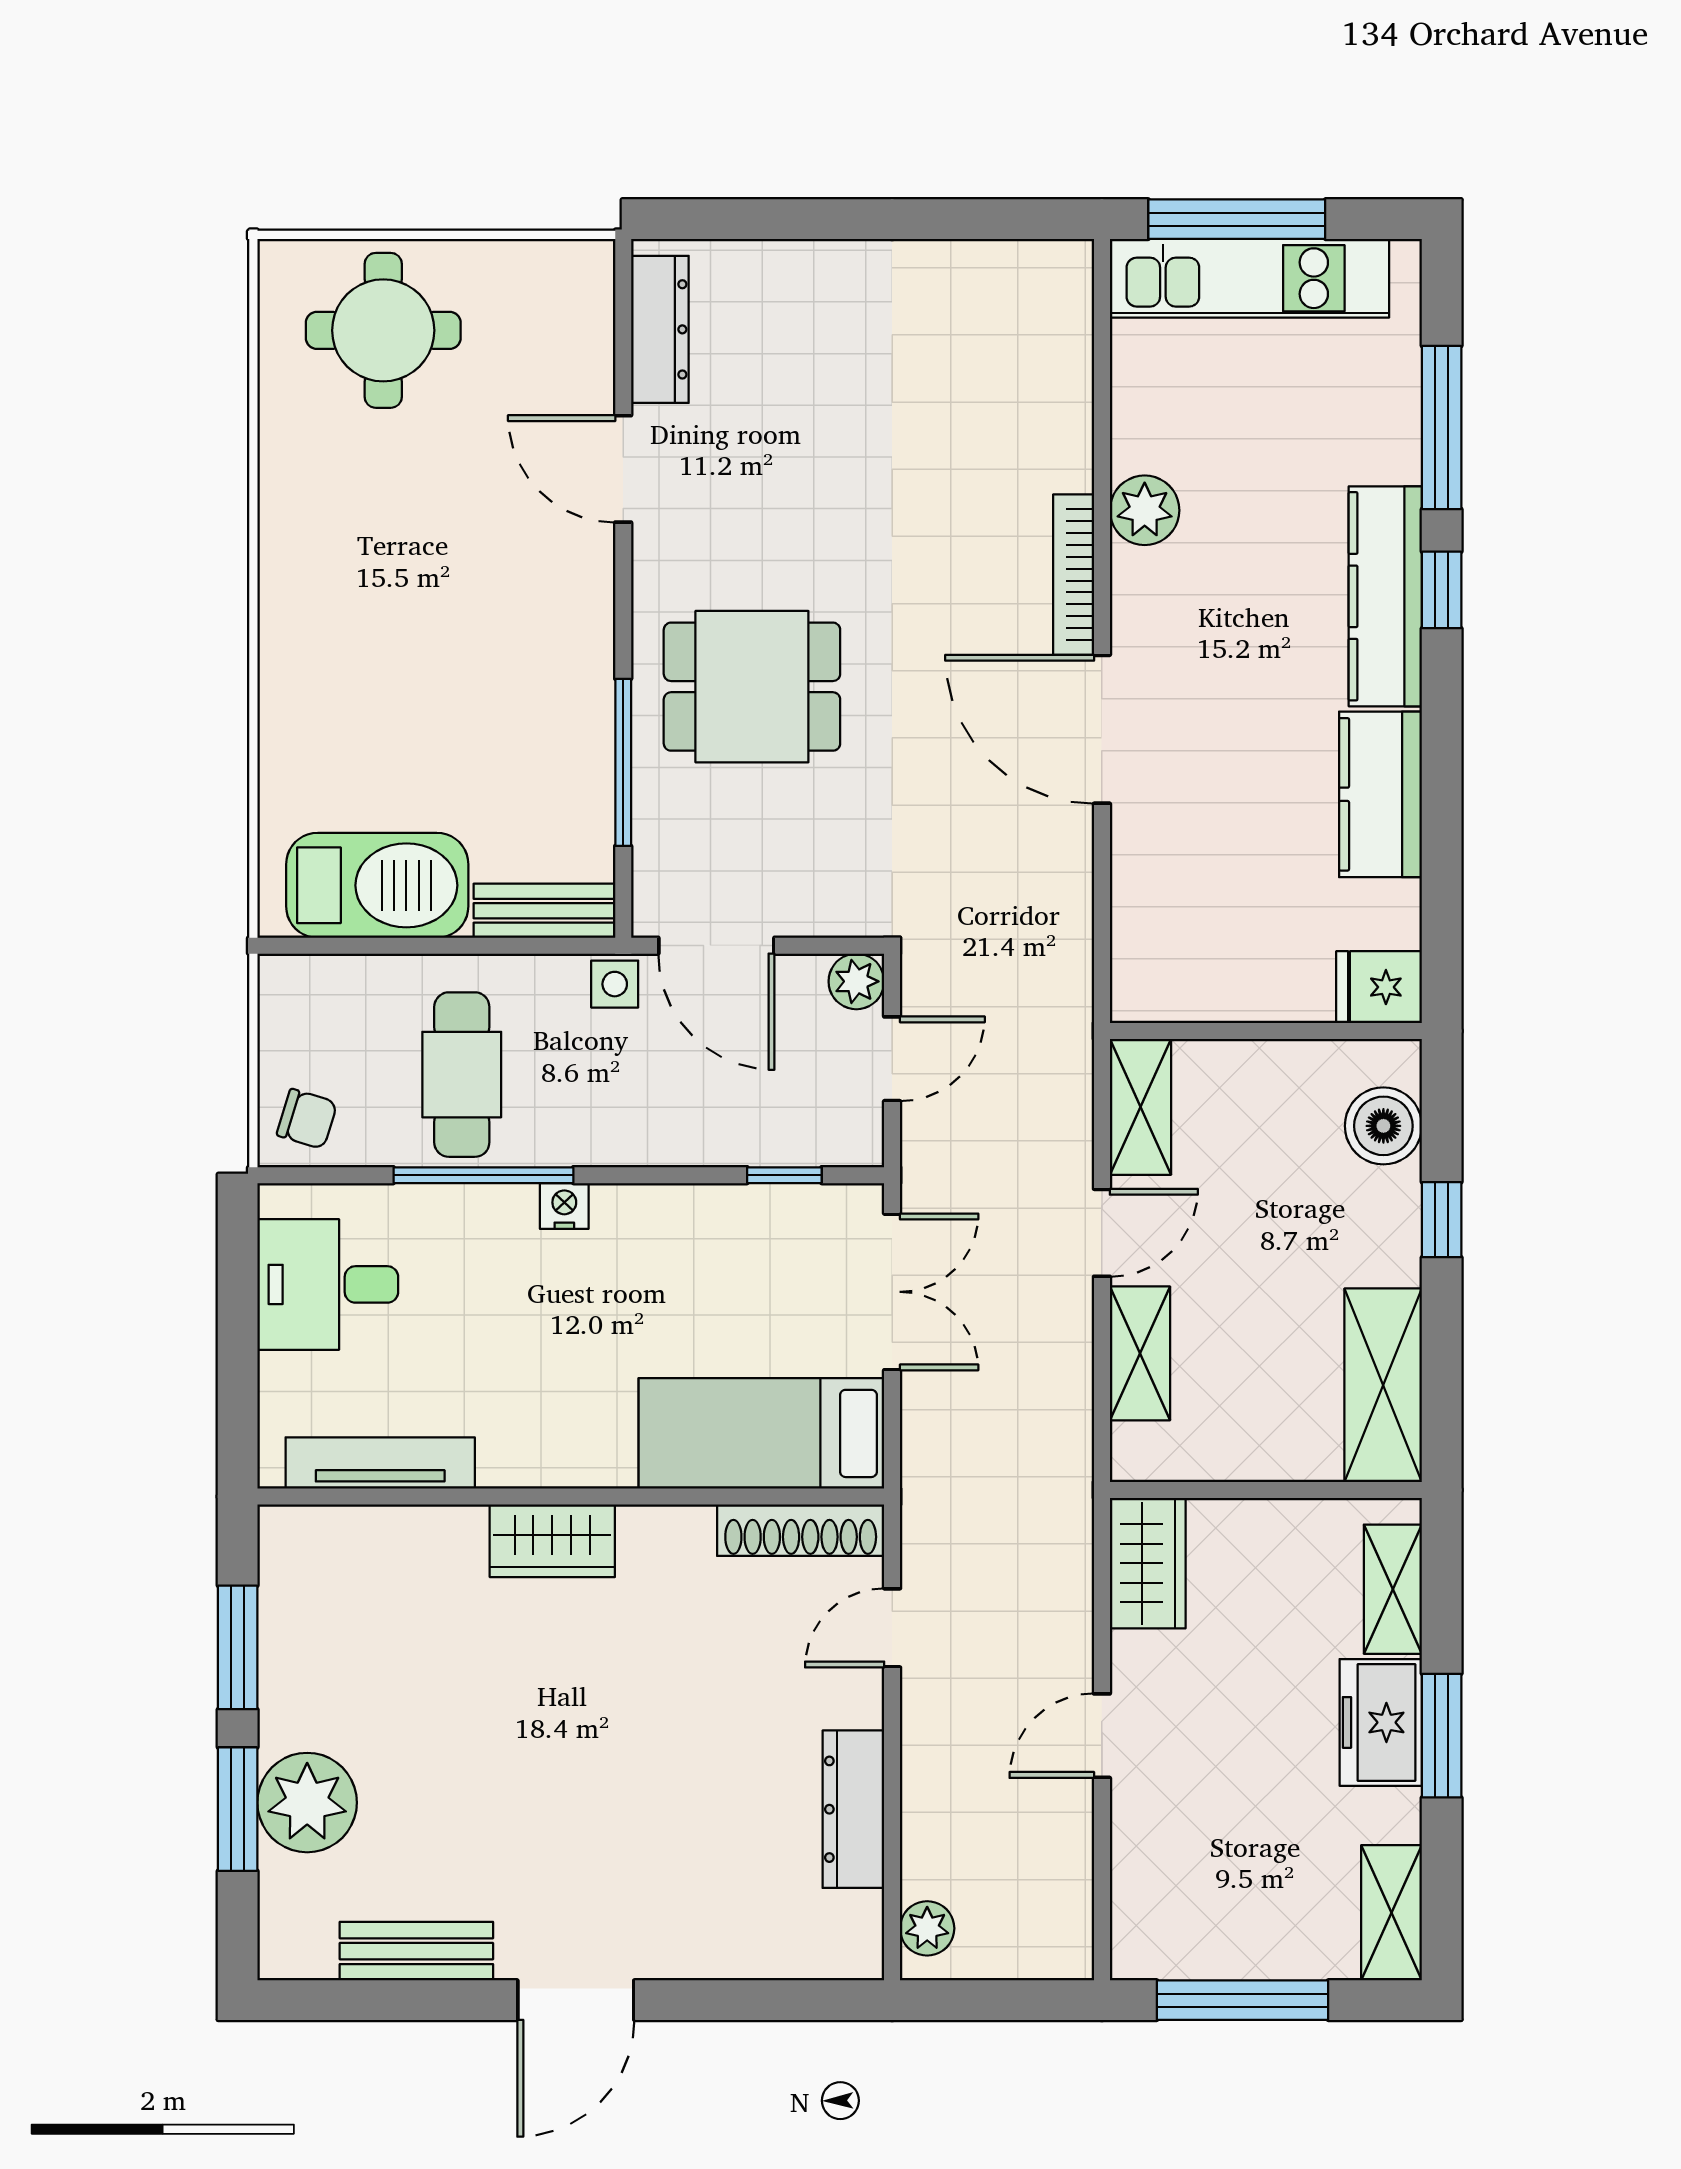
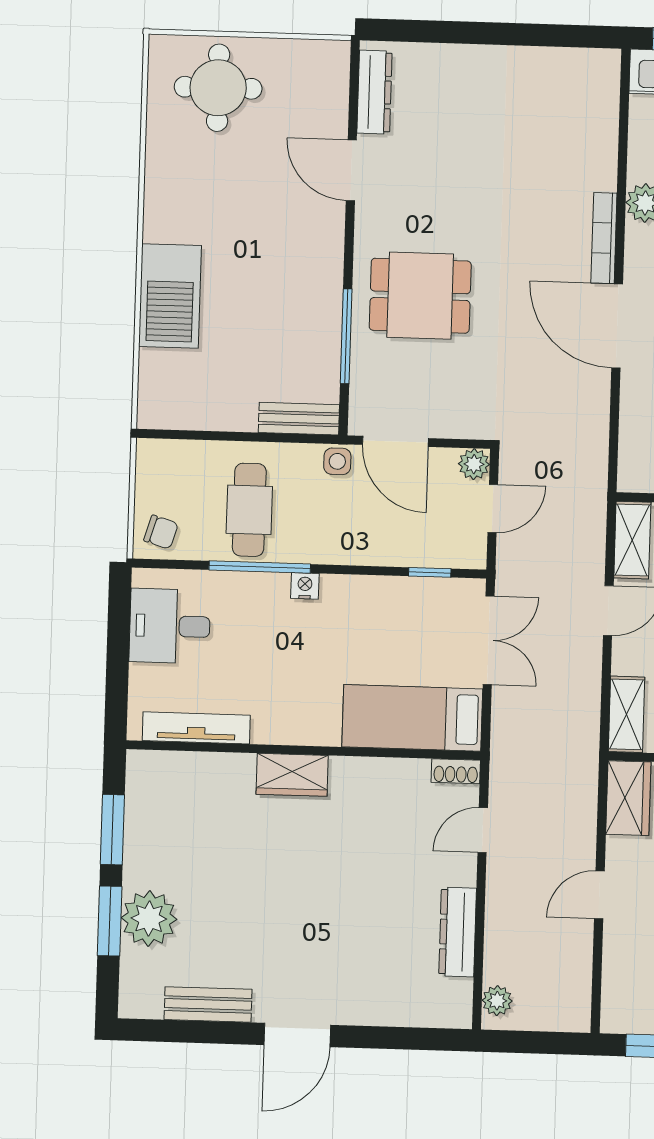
barbecue: (377, 885) -> (170, 296), moved, turned 90
shelving: (1140, 1353) -> (627, 714), moved
shoe rack: (801, 1530) -> (456, 771), width x0.51, depth x0.81

